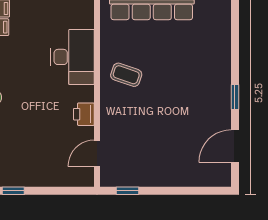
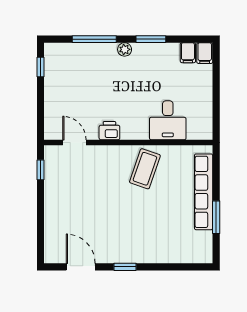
desk: (72, 57) -> (168, 120), width x0.73
coffee table: (126, 75) -> (145, 169), width x1.36, depth x1.30

